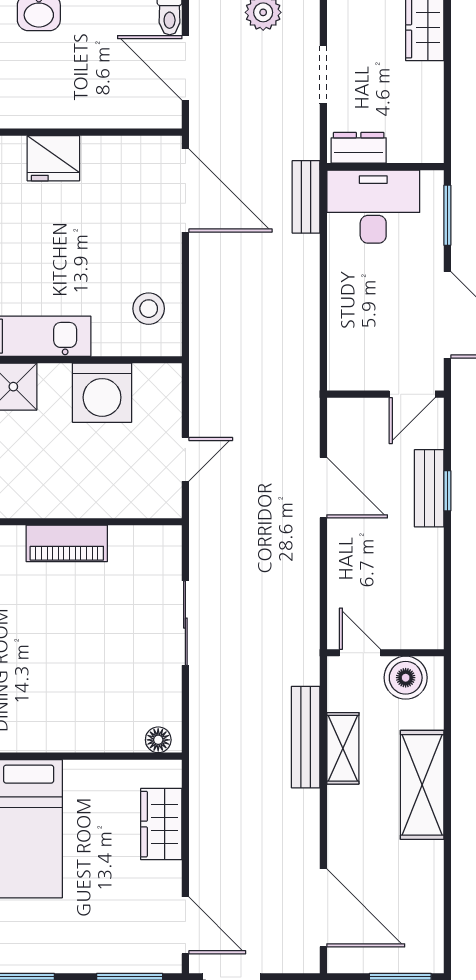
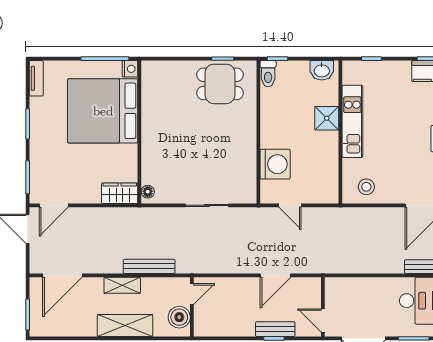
washing machine: (102, 393) -> (275, 164), moved, turned 180
piano: (67, 543) -> (247, 145), removed
shelving: (343, 748) -> (122, 285), moved
wardrobe: (161, 824) -> (120, 193), moved

